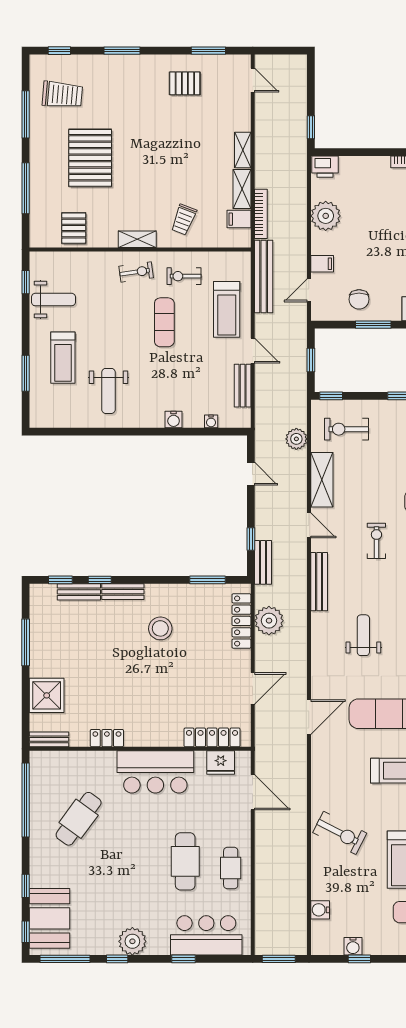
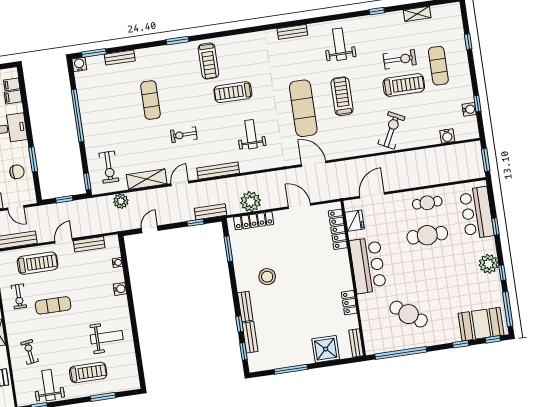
exercise bike: (136, 272) -> (30, 352), moved
weight bench: (363, 635) -> (251, 134), turned 90

